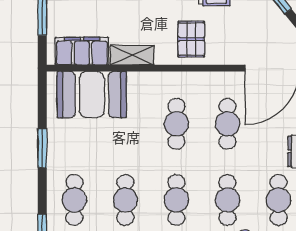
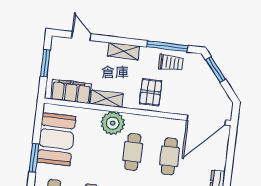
plant: (144, 88) -> (113, 123), added
booth: (92, 95) -> (56, 139), moved, turned 90

